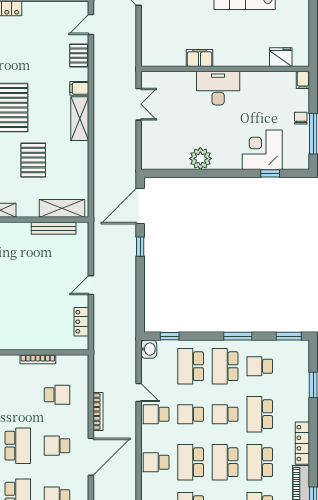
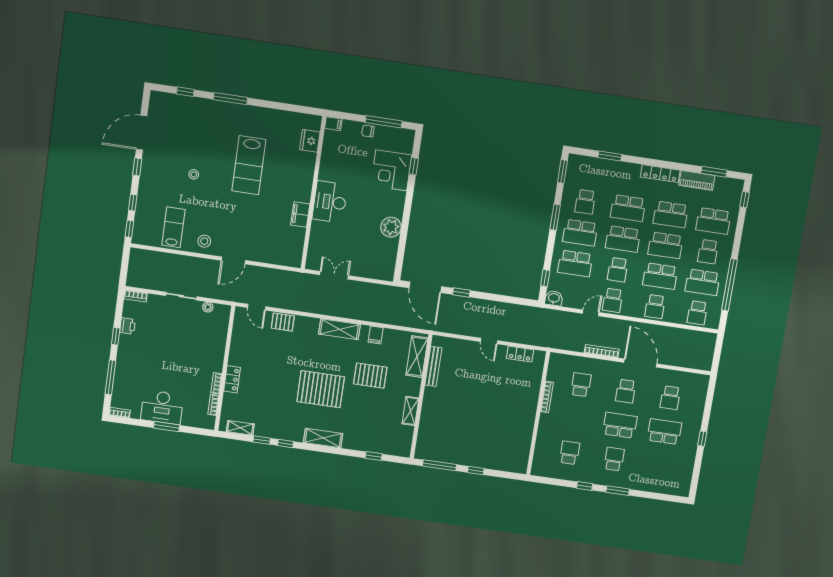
filing cabinet: (79, 88) -> (376, 335), moved
school desk: (225, 414) -> (623, 239), width x1.85

